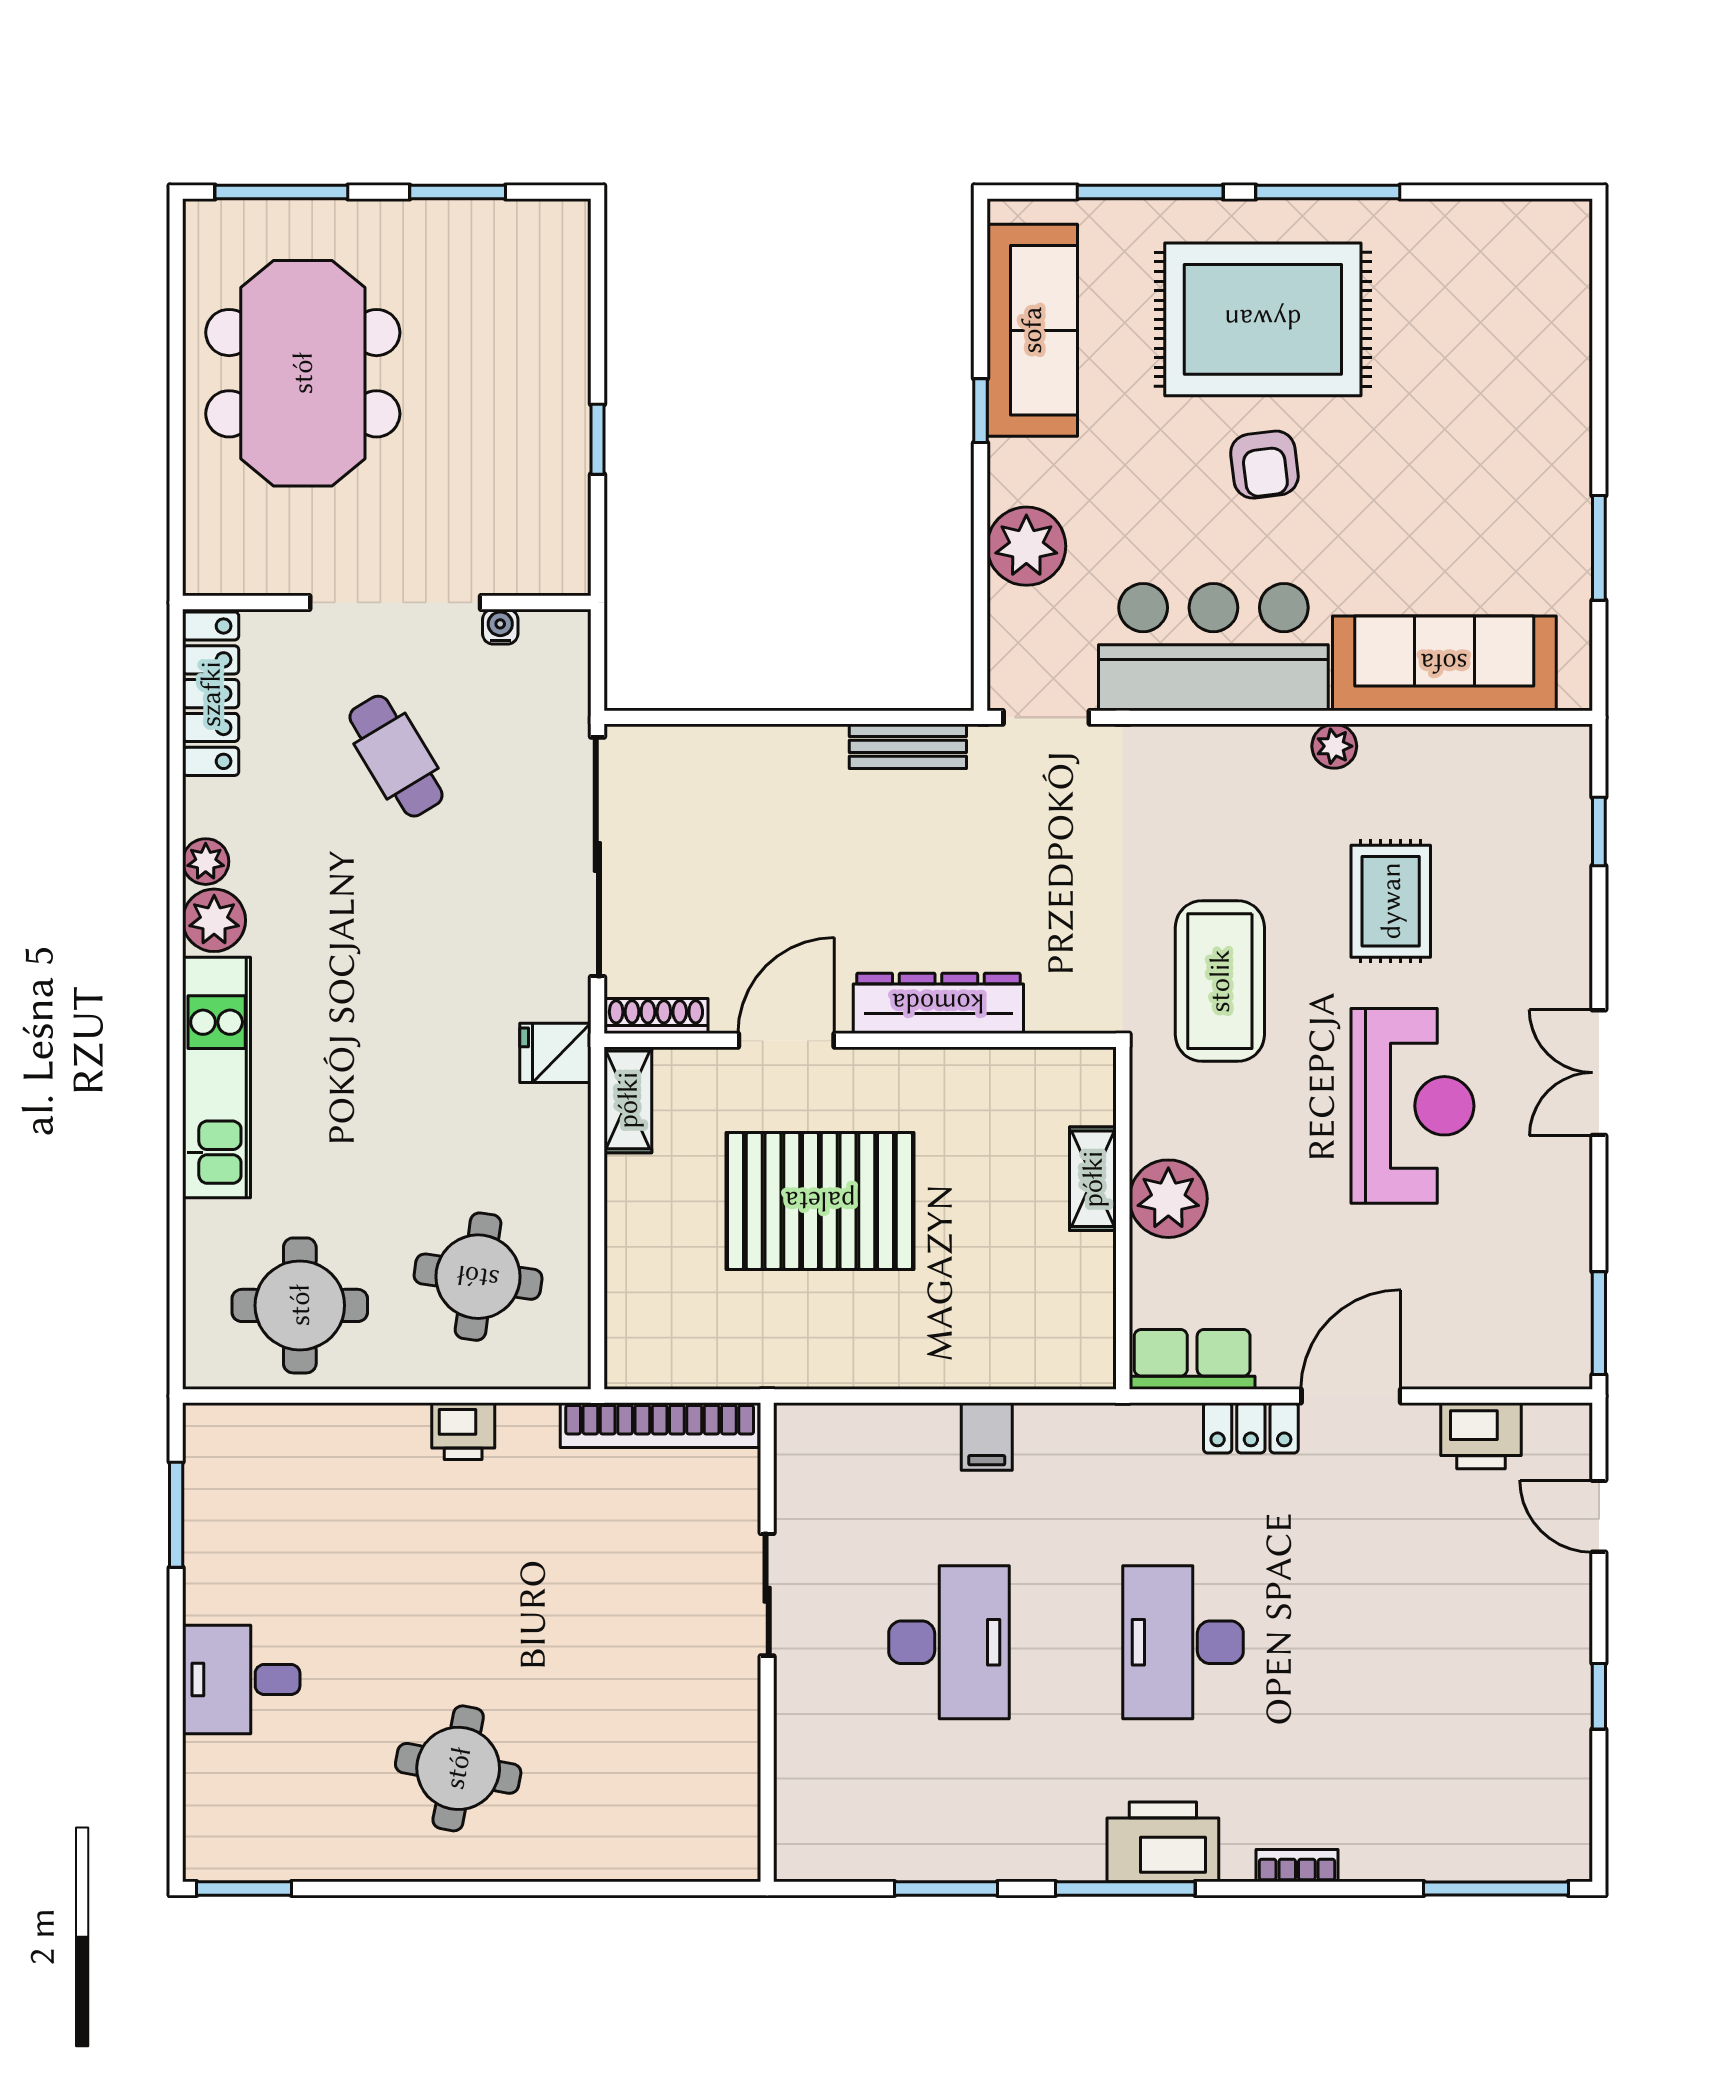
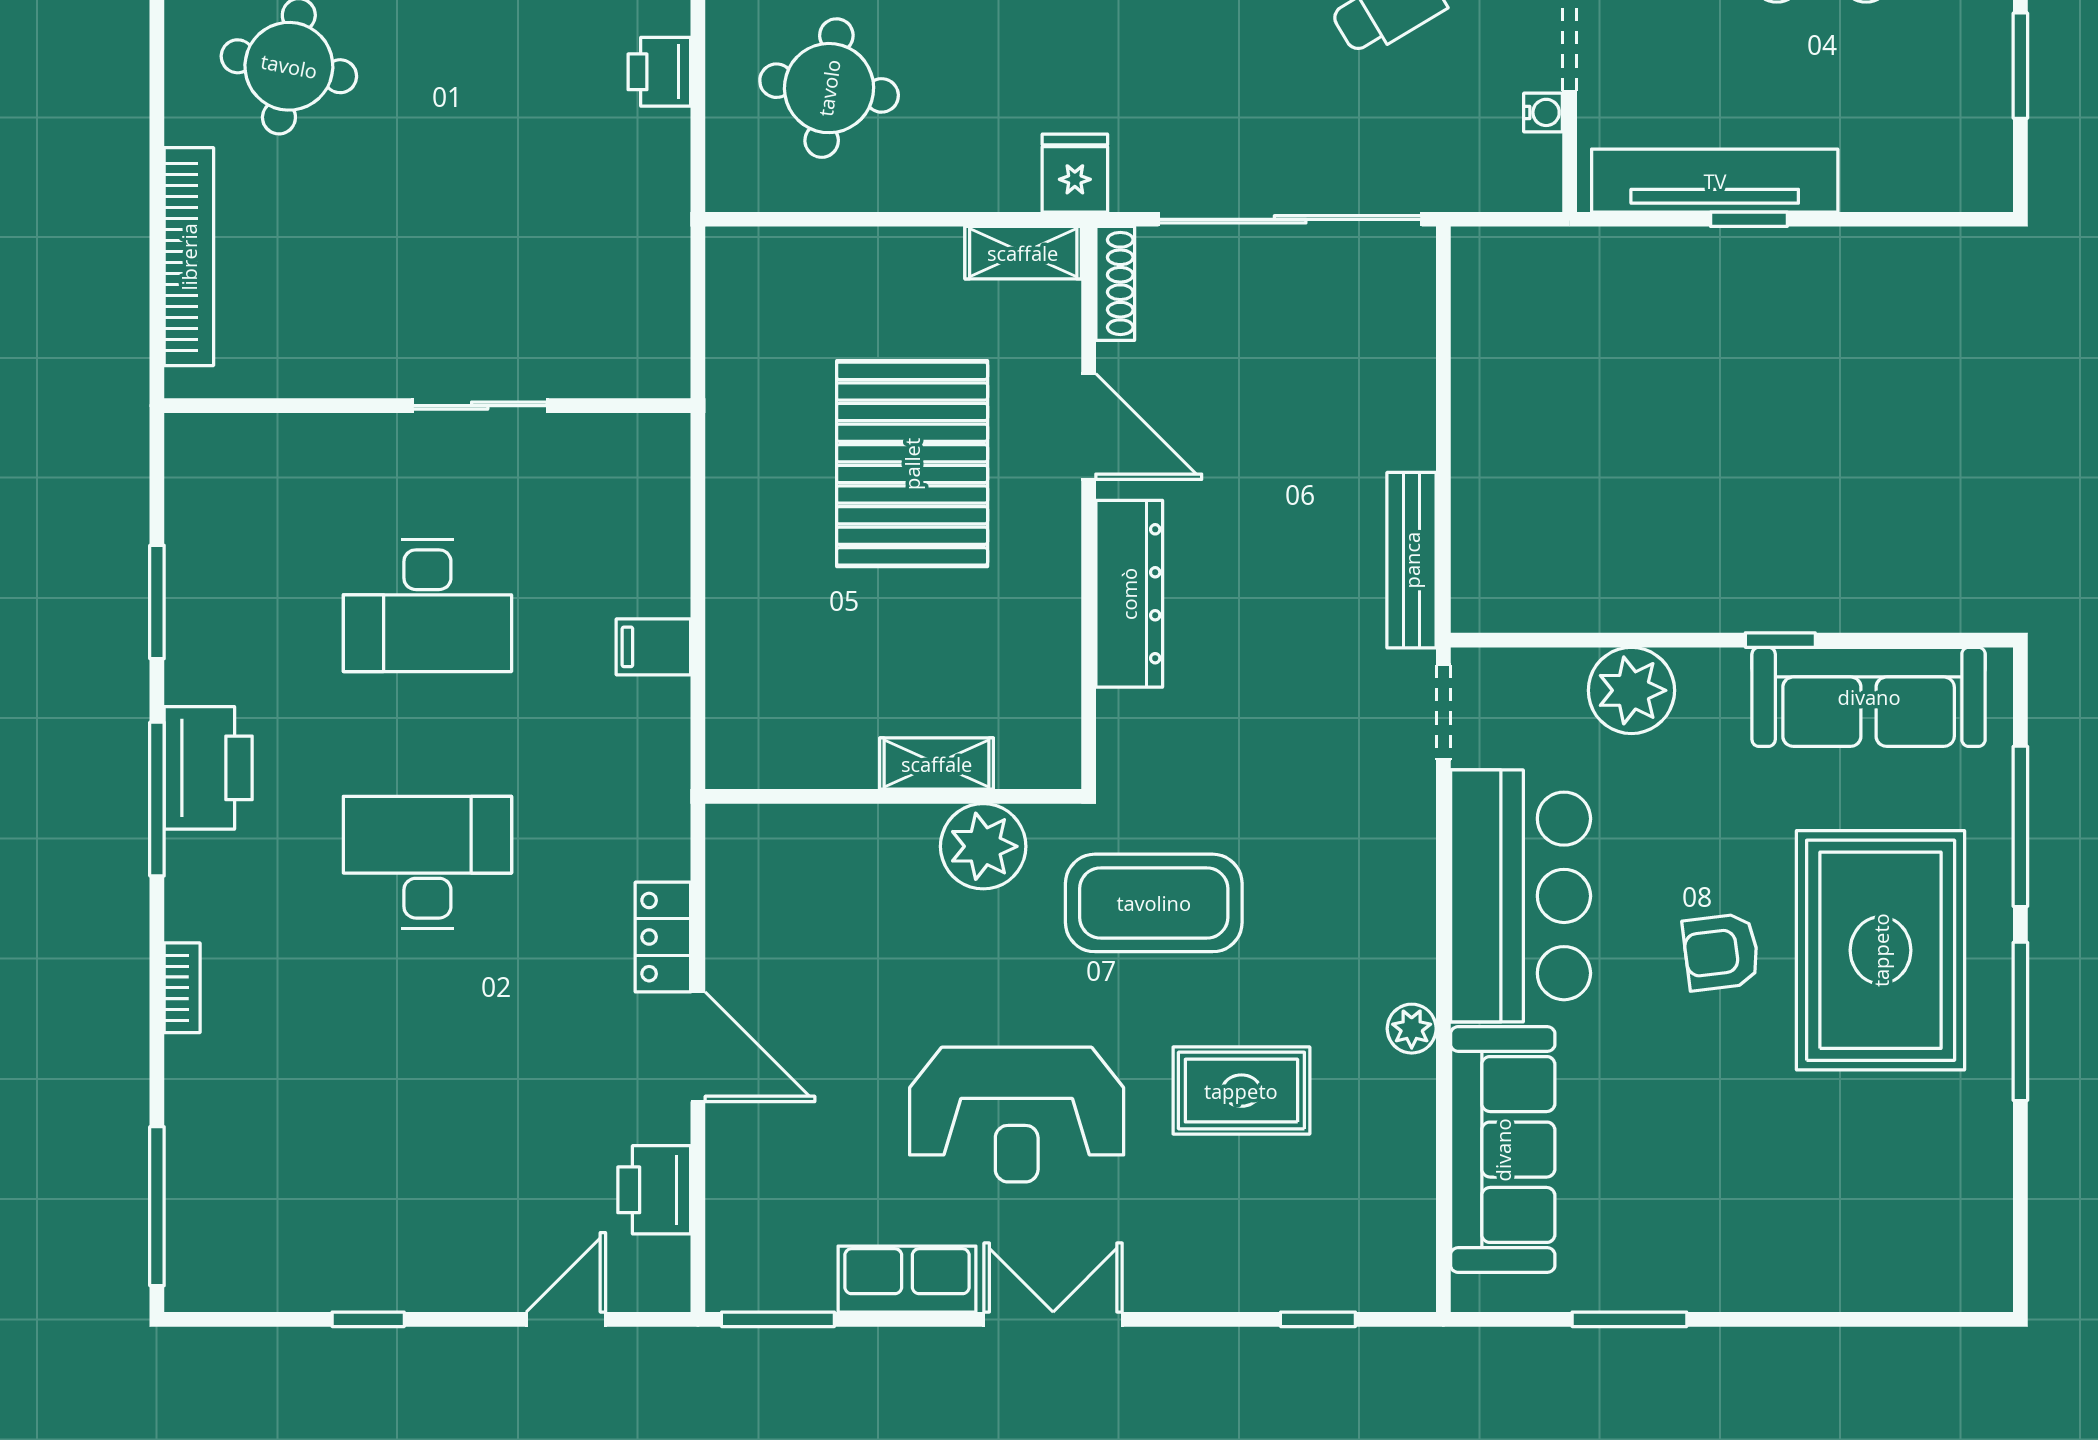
tv unit: (562, 470) -> (1715, 181), added
bench: (908, 746) -> (1412, 560), width x1.36
plant: (1168, 1199) -> (983, 846), moved
row of seats: (1192, 1359) -> (907, 1279), moved, turned -90
bookcase: (660, 1425) -> (189, 257), moved, turned 180
printer: (1163, 1842) -> (208, 768), moved

